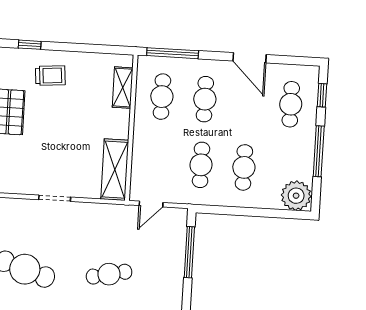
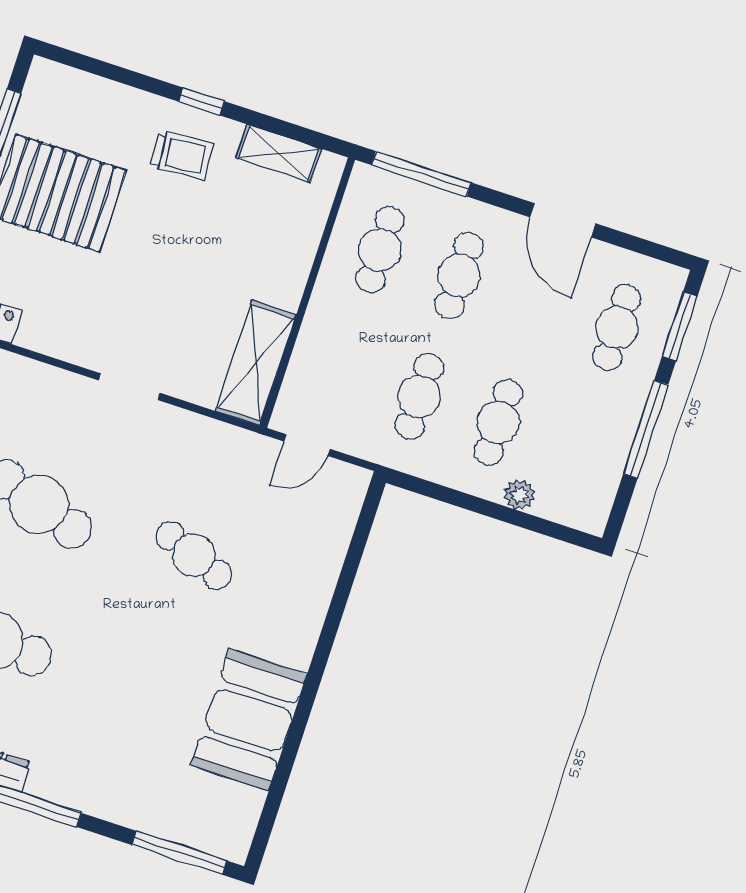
window: (30, 45) -> (201, 101), moved
shelving: (123, 88) -> (279, 153), moved, turned 90
window: (322, 95) -> (680, 326), width x1.50
plant: (296, 196) -> (520, 495), moved, width x0.53, depth x0.53
window: (189, 252) -> (355, 554), removed
cafe table: (109, 274) -> (194, 555), turned 33

